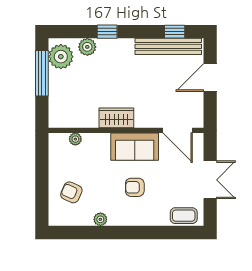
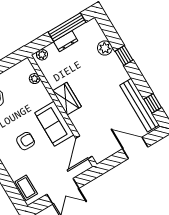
plant: (61, 57) -> (42, 55), moved, width x0.53, depth x0.53
dresser: (56, 83) -> (66, 41), added
armchair: (135, 187) -> (26, 141), turned 90

